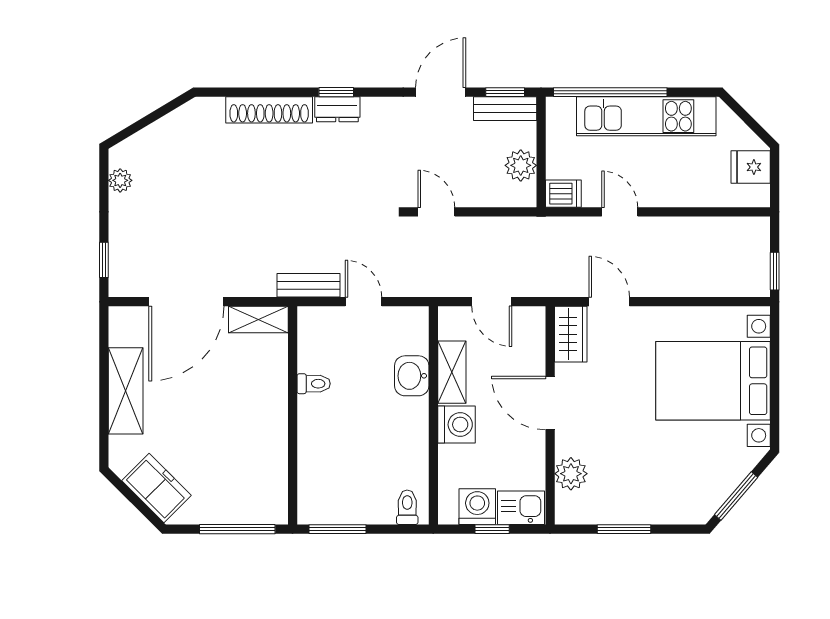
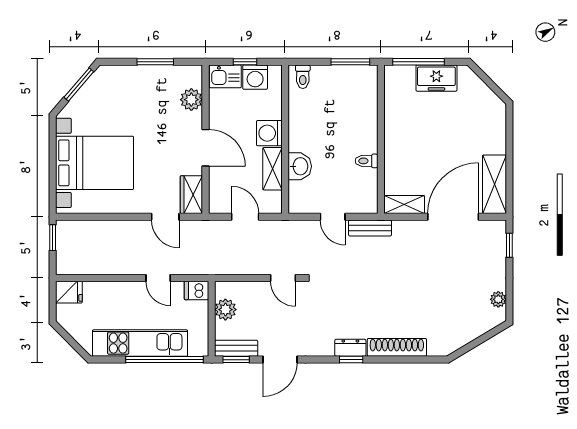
fridge: (751, 167) -> (69, 292), moved
shelving: (126, 391) -> (495, 184), moved
freezer: (156, 488) -> (436, 78), moved, turned -45

